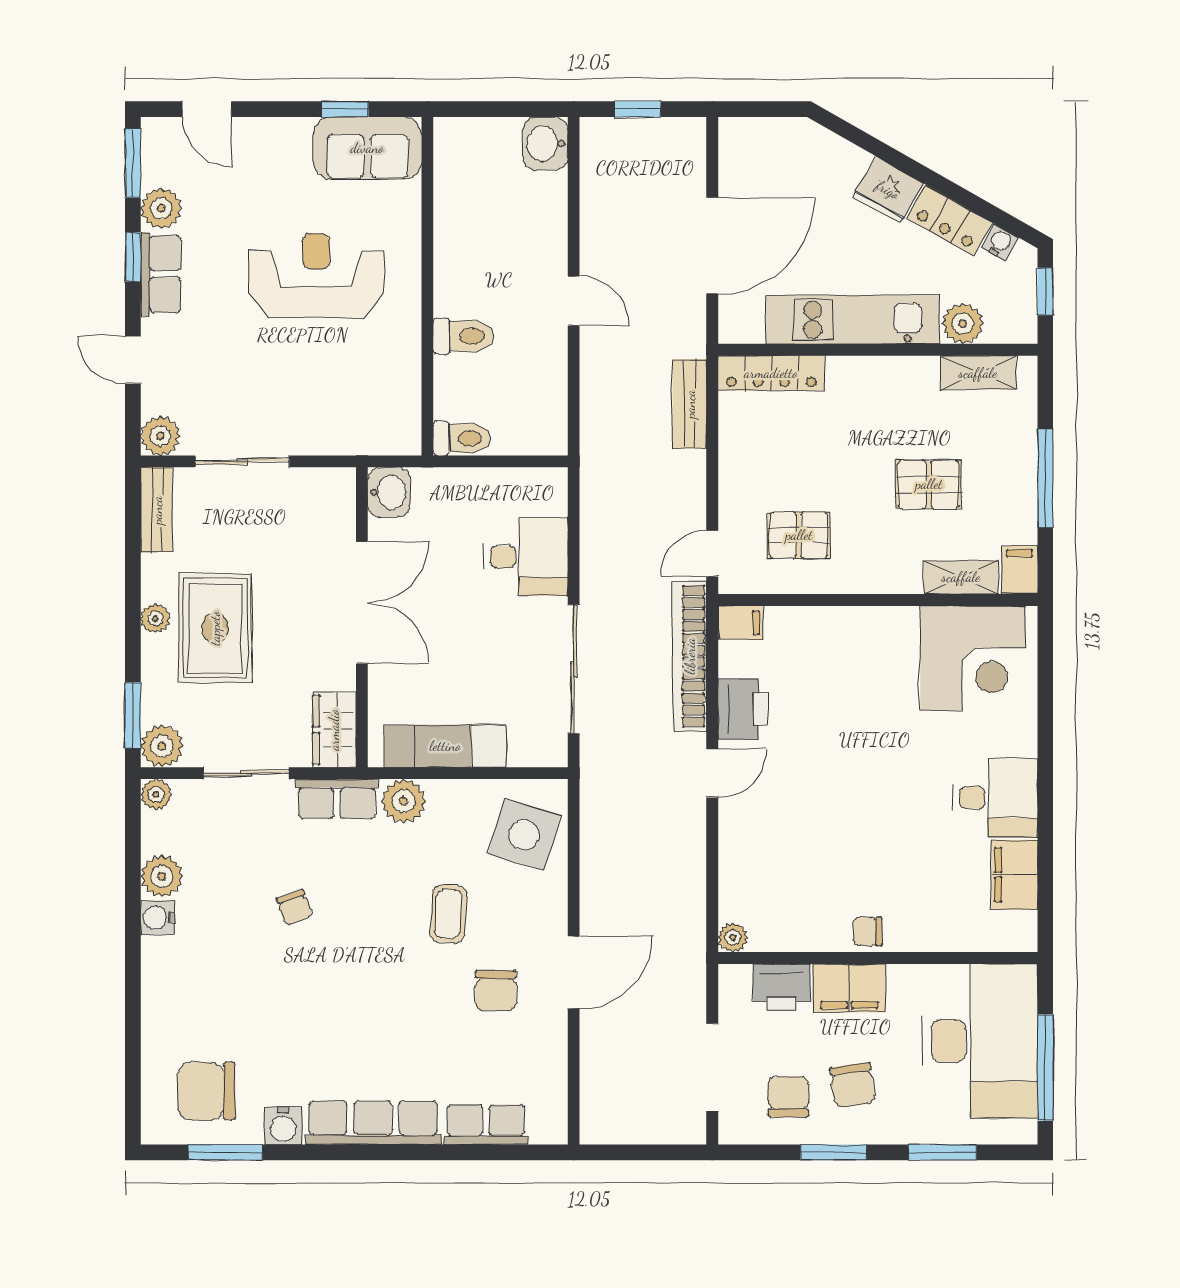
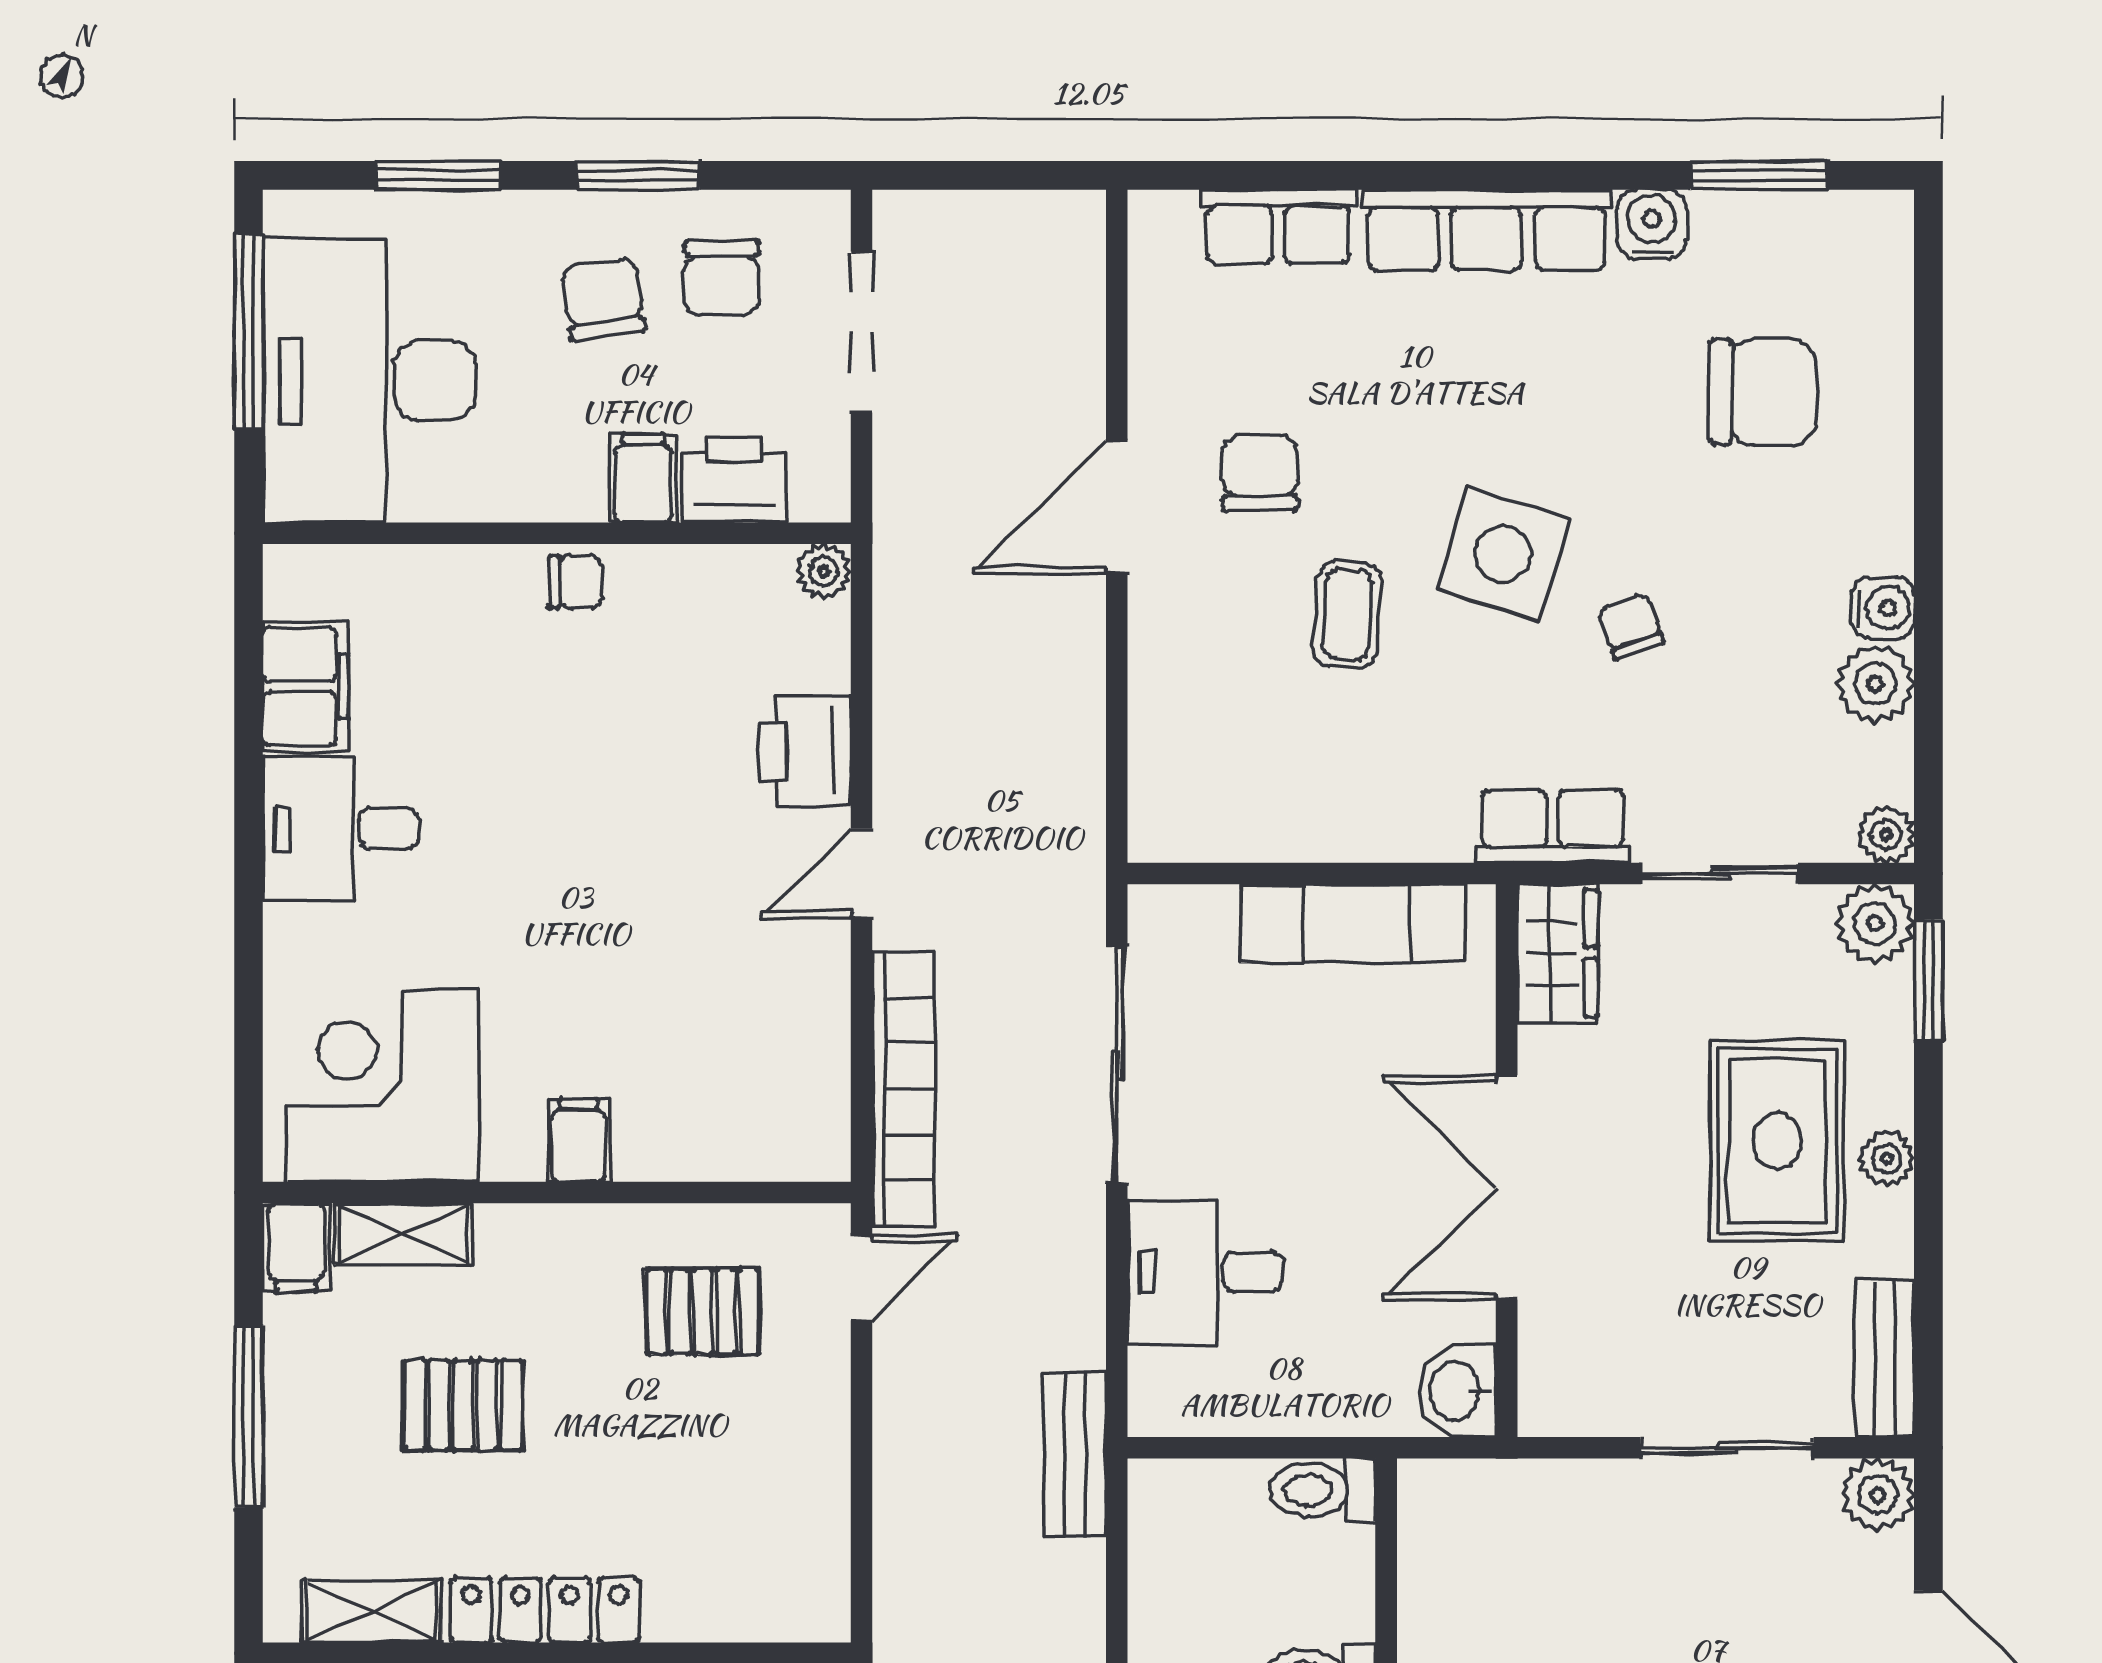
locker: (771, 373) -> (545, 1610), moved
bench: (690, 404) -> (1075, 1455), moved
filing cabinet: (741, 623) -> (579, 1140), moved, turned 90
printer: (743, 709) -> (805, 751), moved
plant: (404, 801) -> (1430, 822), removed
side table: (524, 835) -> (1503, 554), moved
filing cabinet: (849, 988) -> (643, 478), width x0.50
chair: (206, 1091) -> (1763, 392), moved

